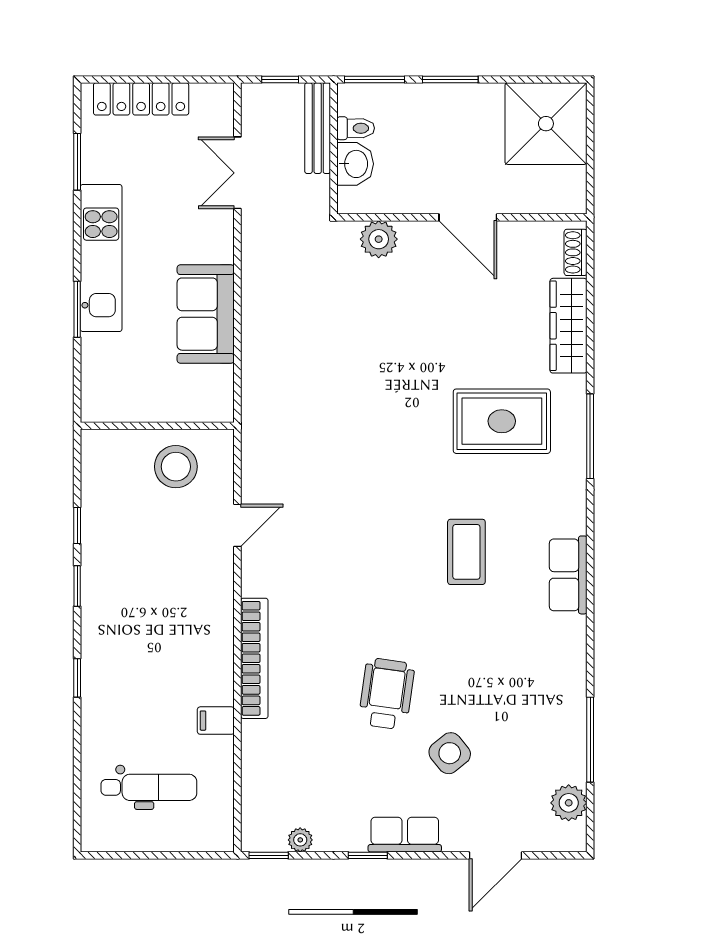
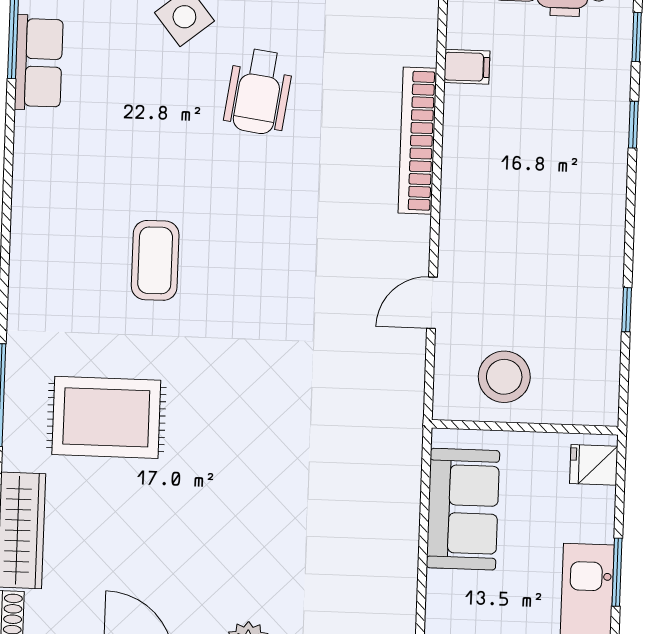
sofa: (206, 314) -> (463, 509), moved
fridge: (100, 397) -> (594, 465), added
row of seats: (568, 575) -> (39, 63), moved
window: (77, 586) -> (637, 37), moved

